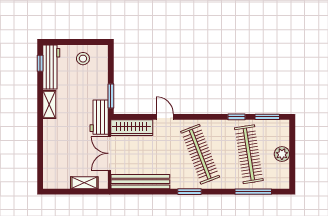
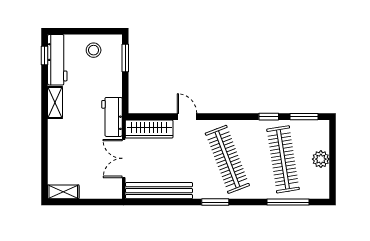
window: (111, 96) -> (125, 58), moved
shelving: (84, 183) -> (63, 192), moved

